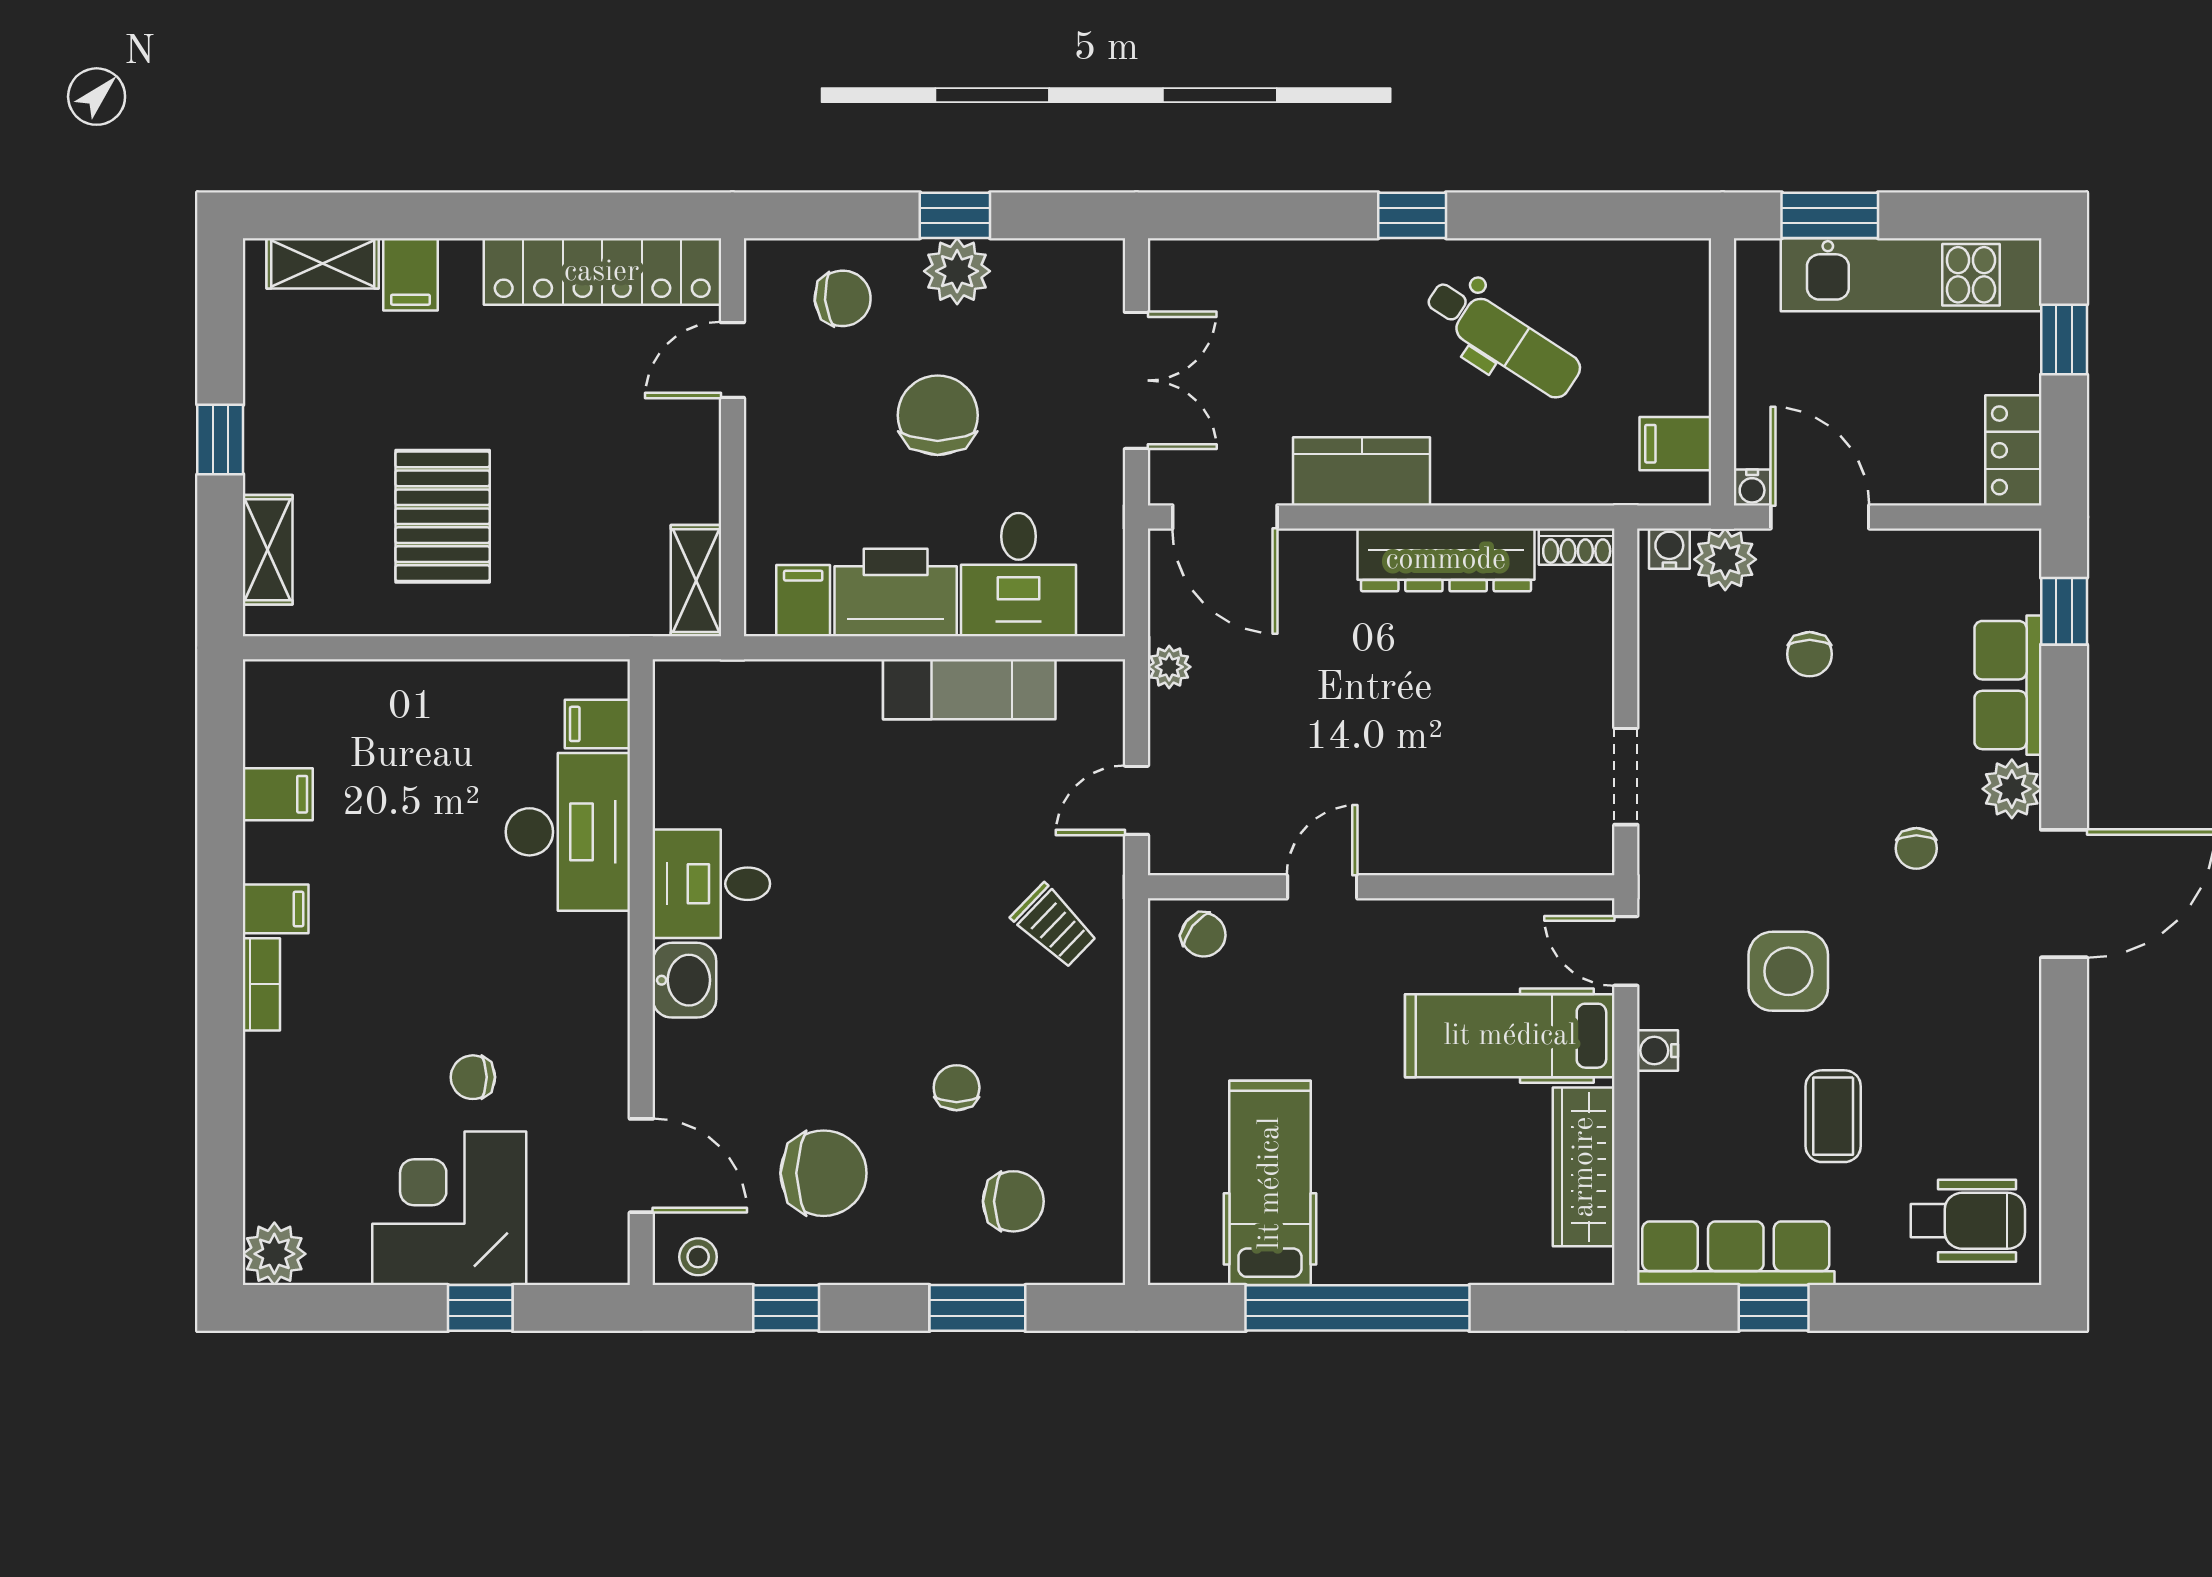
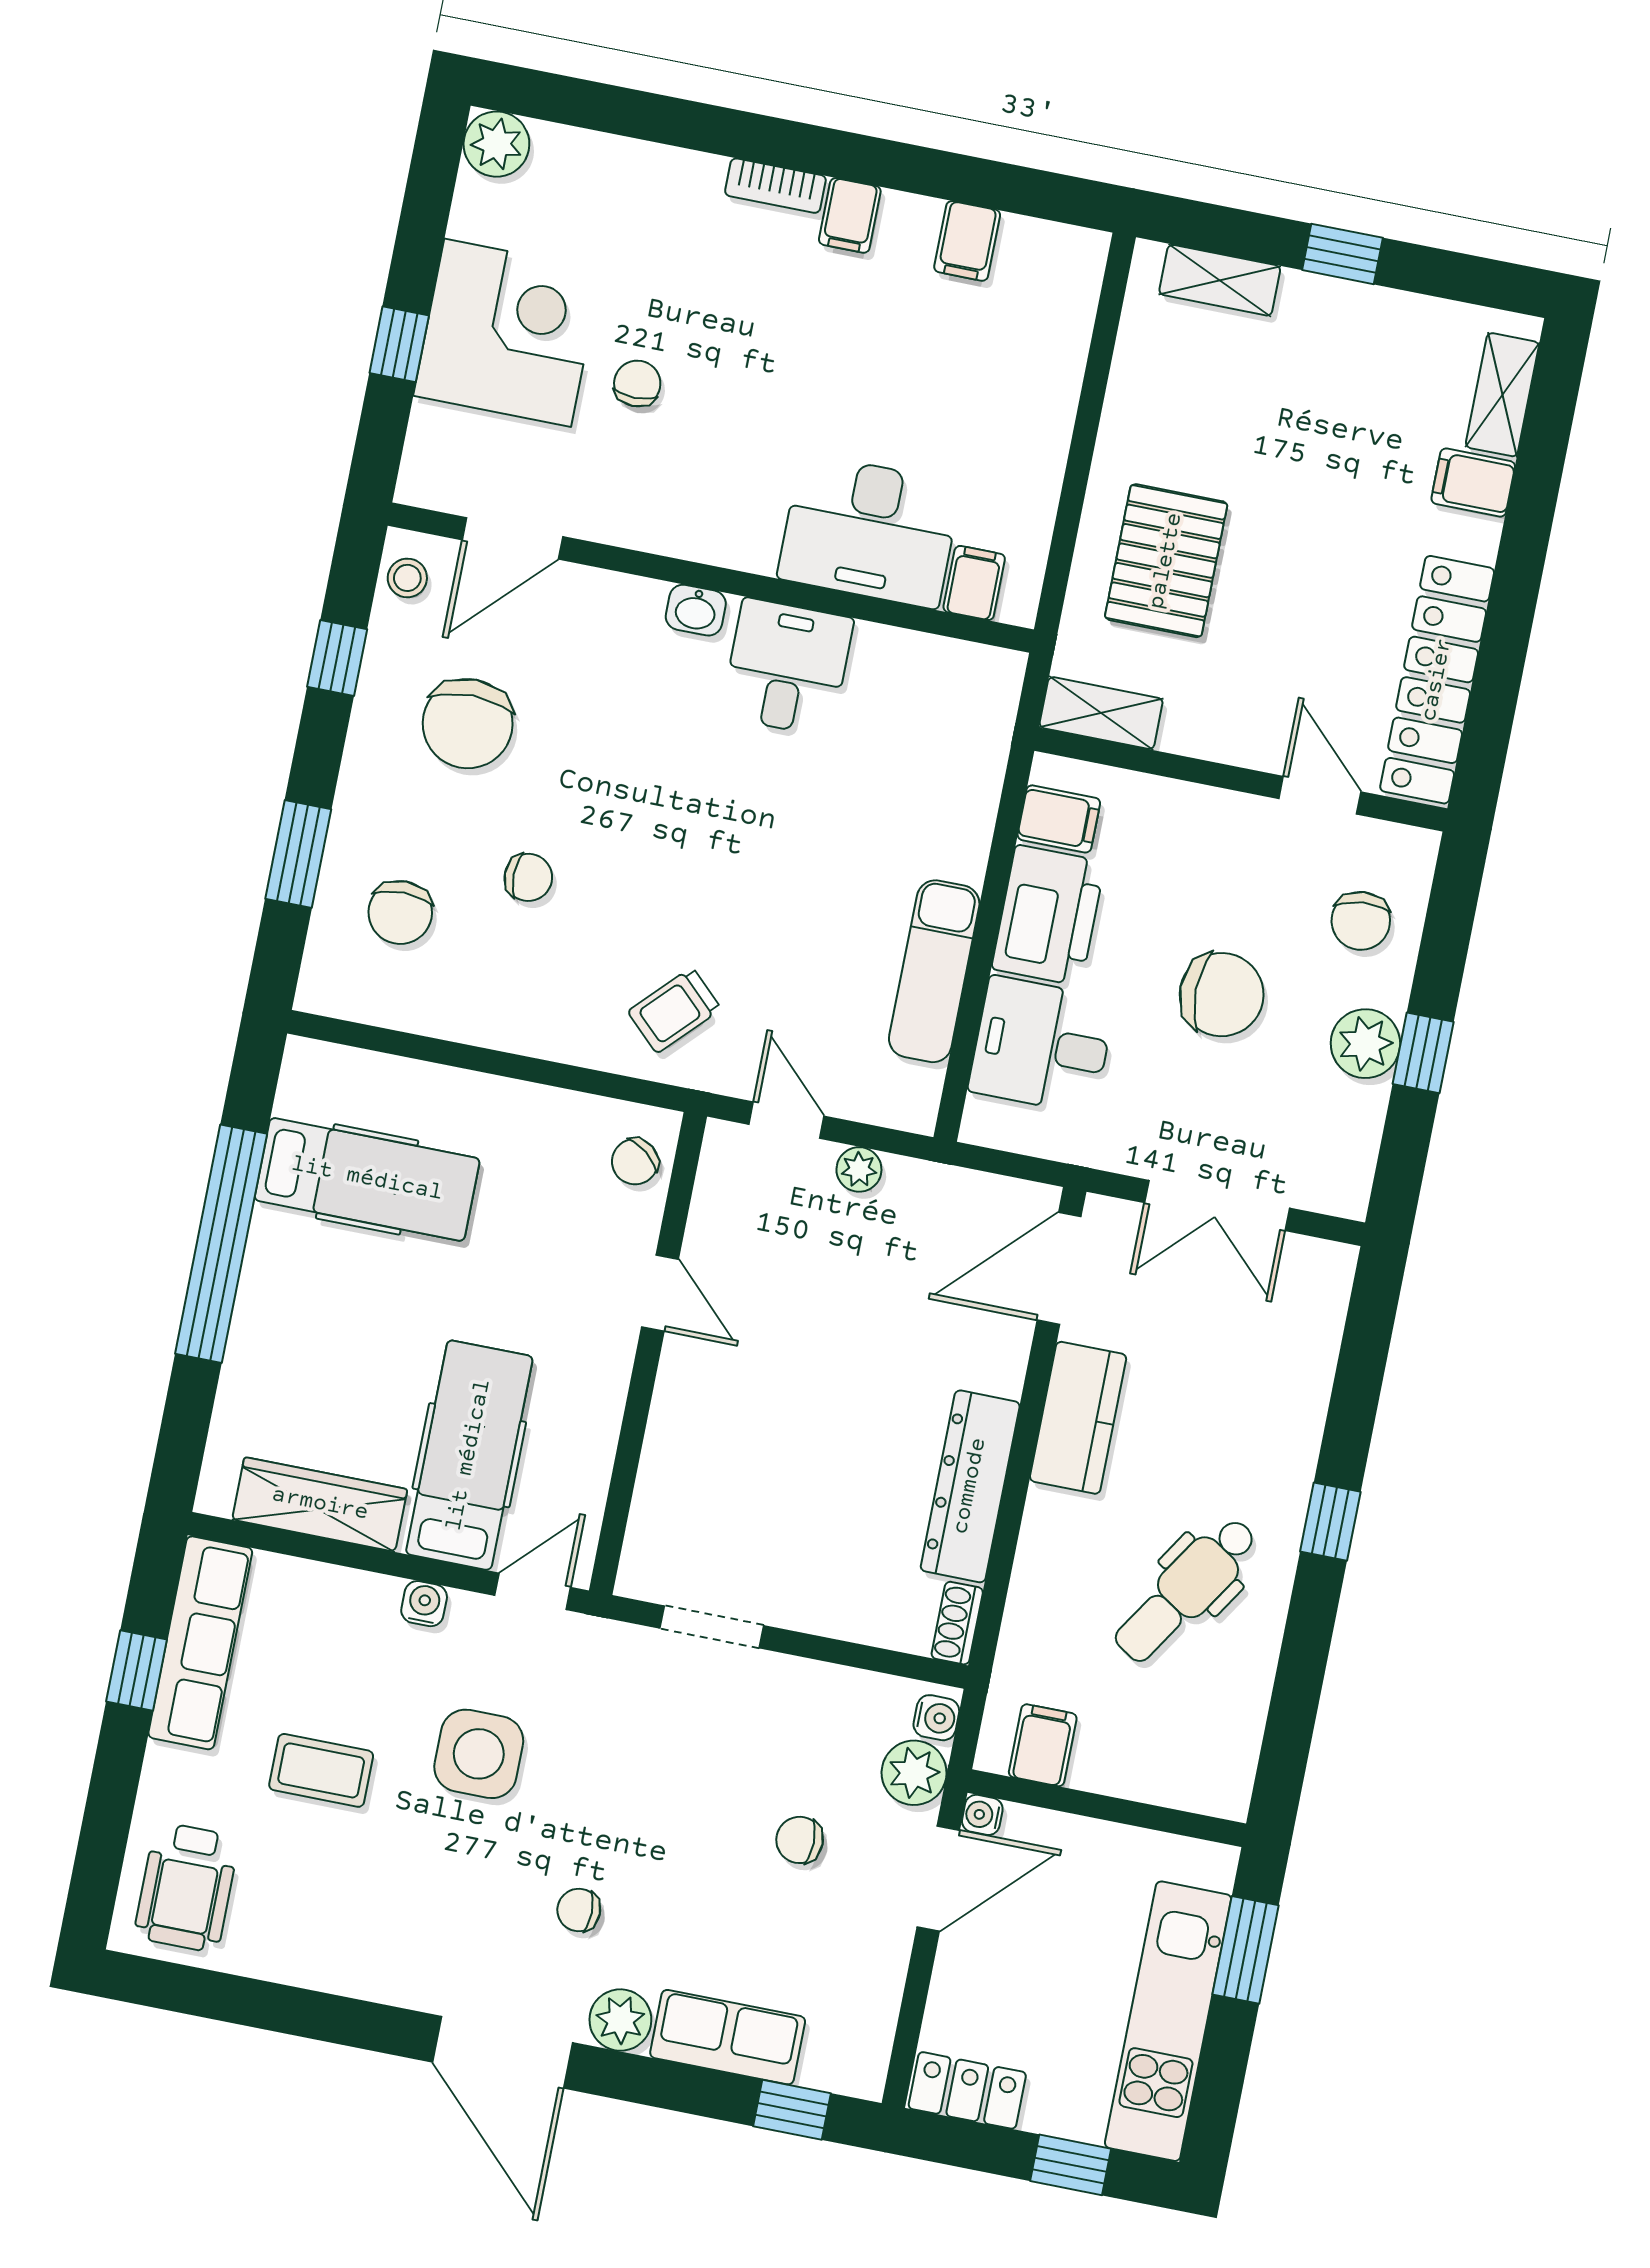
pallet: (443, 516) -> (1166, 561), moved, turned 90
plant: (1169, 667) -> (859, 1169), moved
washbasin: (684, 980) -> (696, 610), width x0.72, depth x0.69

